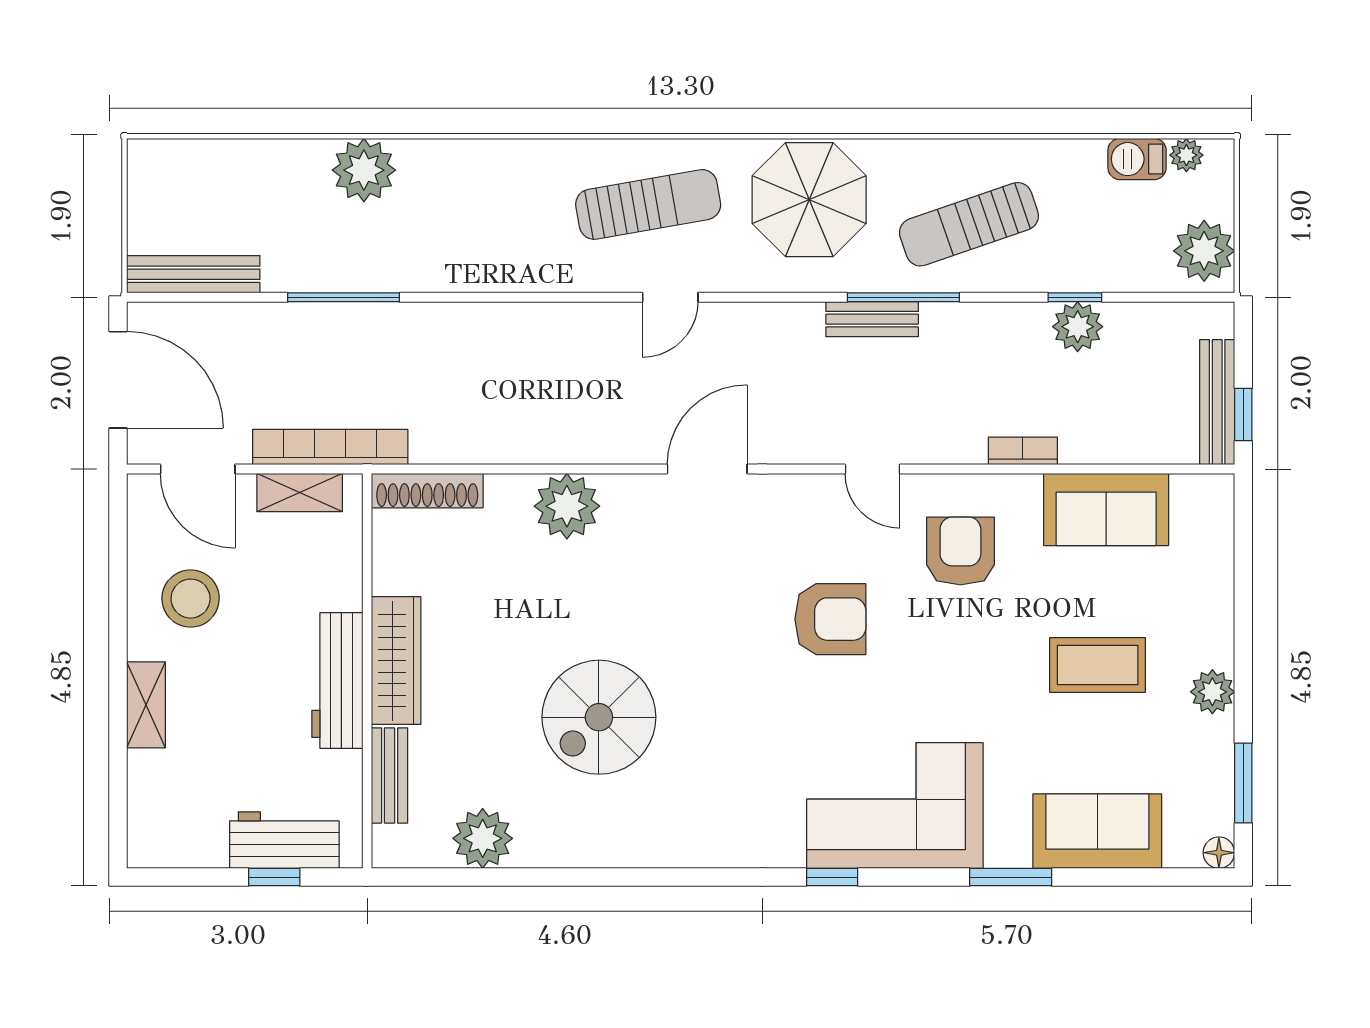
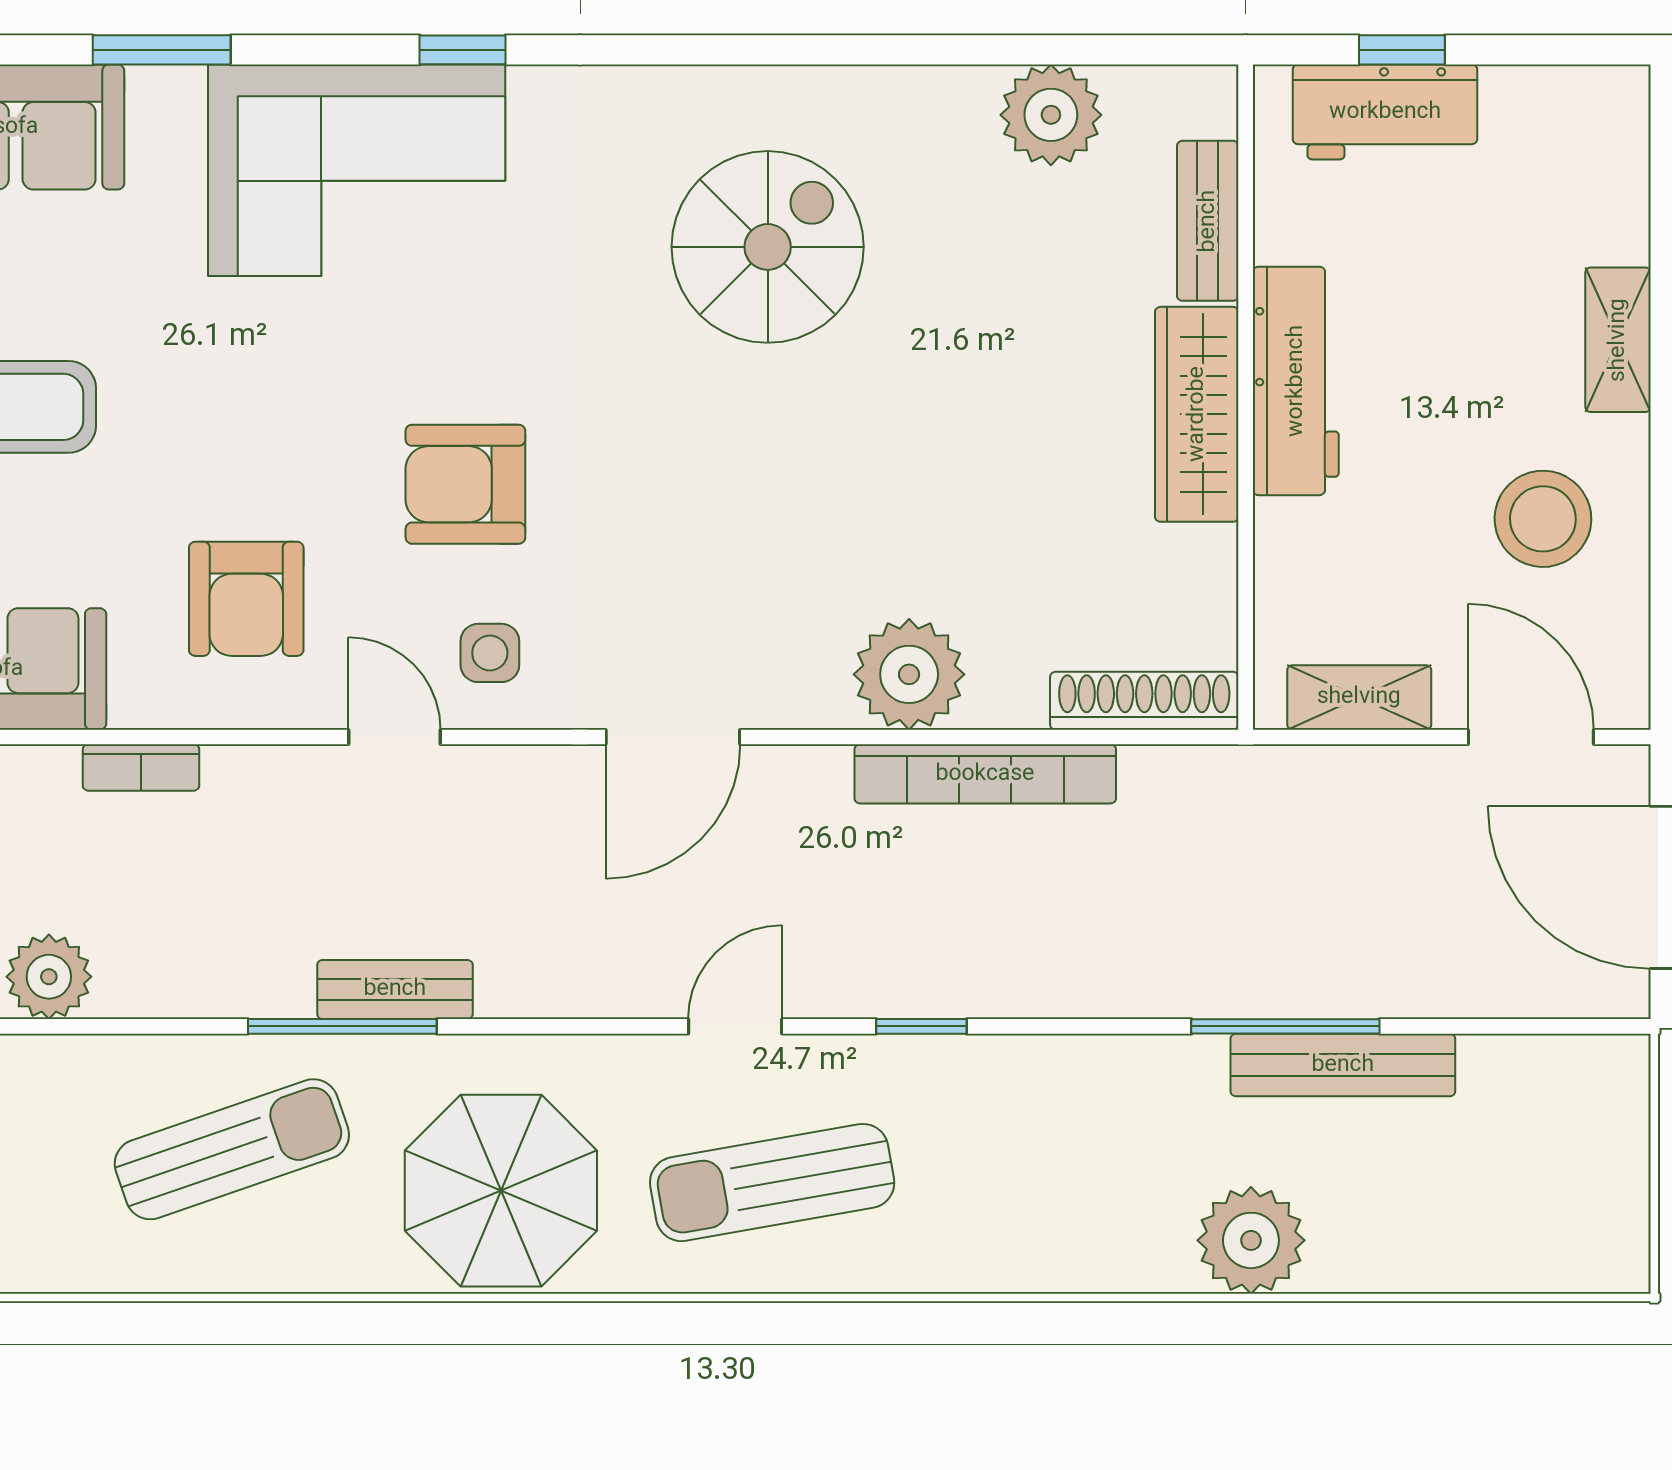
bench: (193, 274) -> (1343, 1065), moved
window: (1075, 297) -> (921, 1026), moved
bookcase: (330, 447) -> (985, 774), moved
side table: (816, 519) -> (490, 653), added
spiral stairs: (599, 717) -> (768, 247), moved

